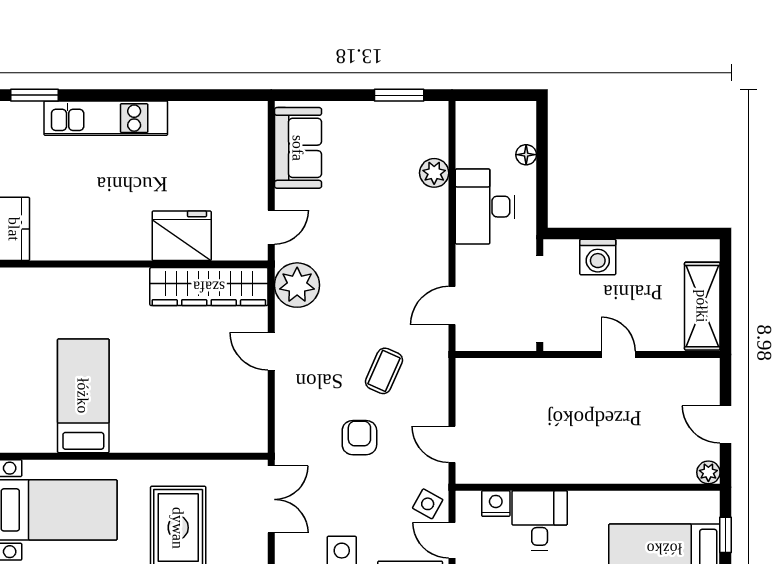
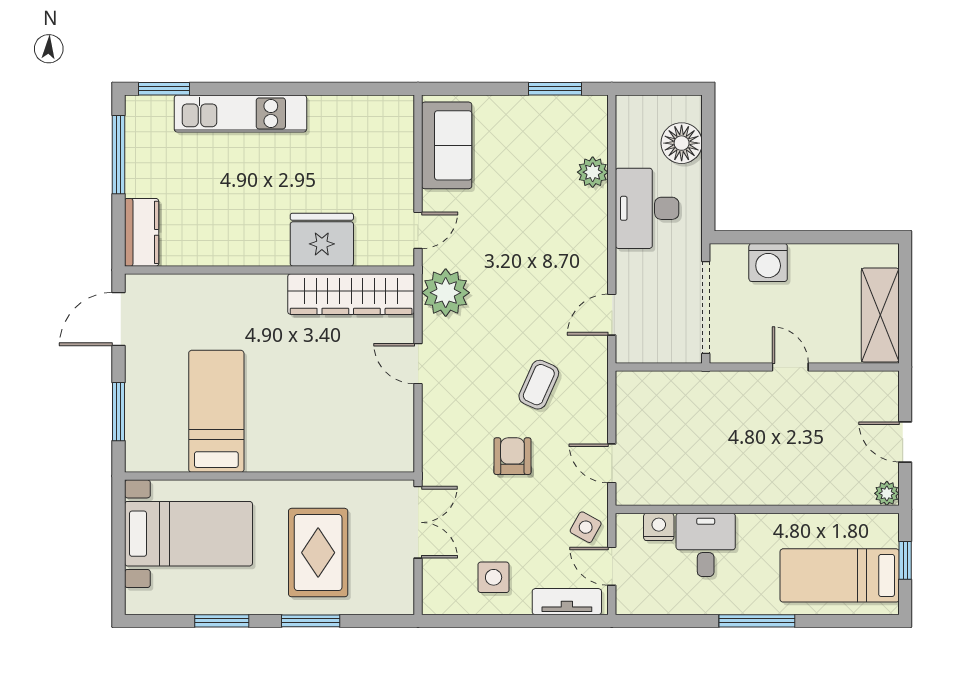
floor lamp: (526, 155) -> (682, 143), width x1.89, depth x1.89

